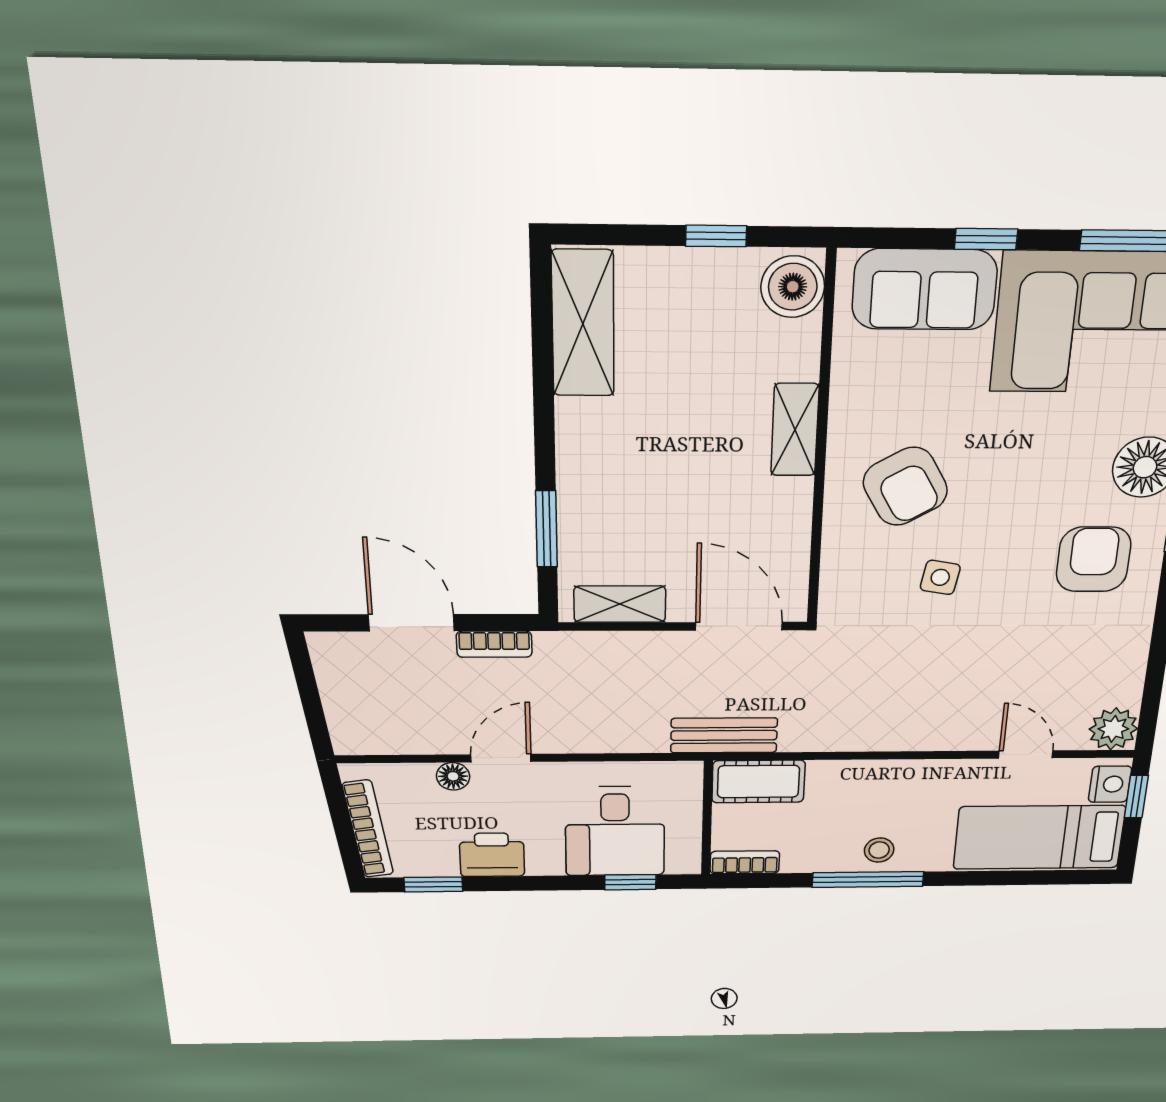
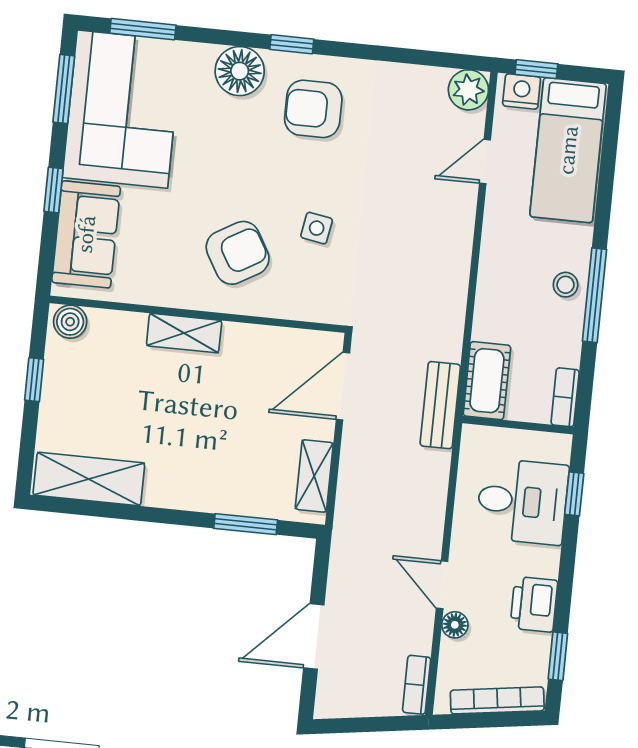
boiler: (793, 287) -> (70, 322), width x0.73, depth x0.73
bookcase: (494, 644) -> (417, 685), moved, turned 180

